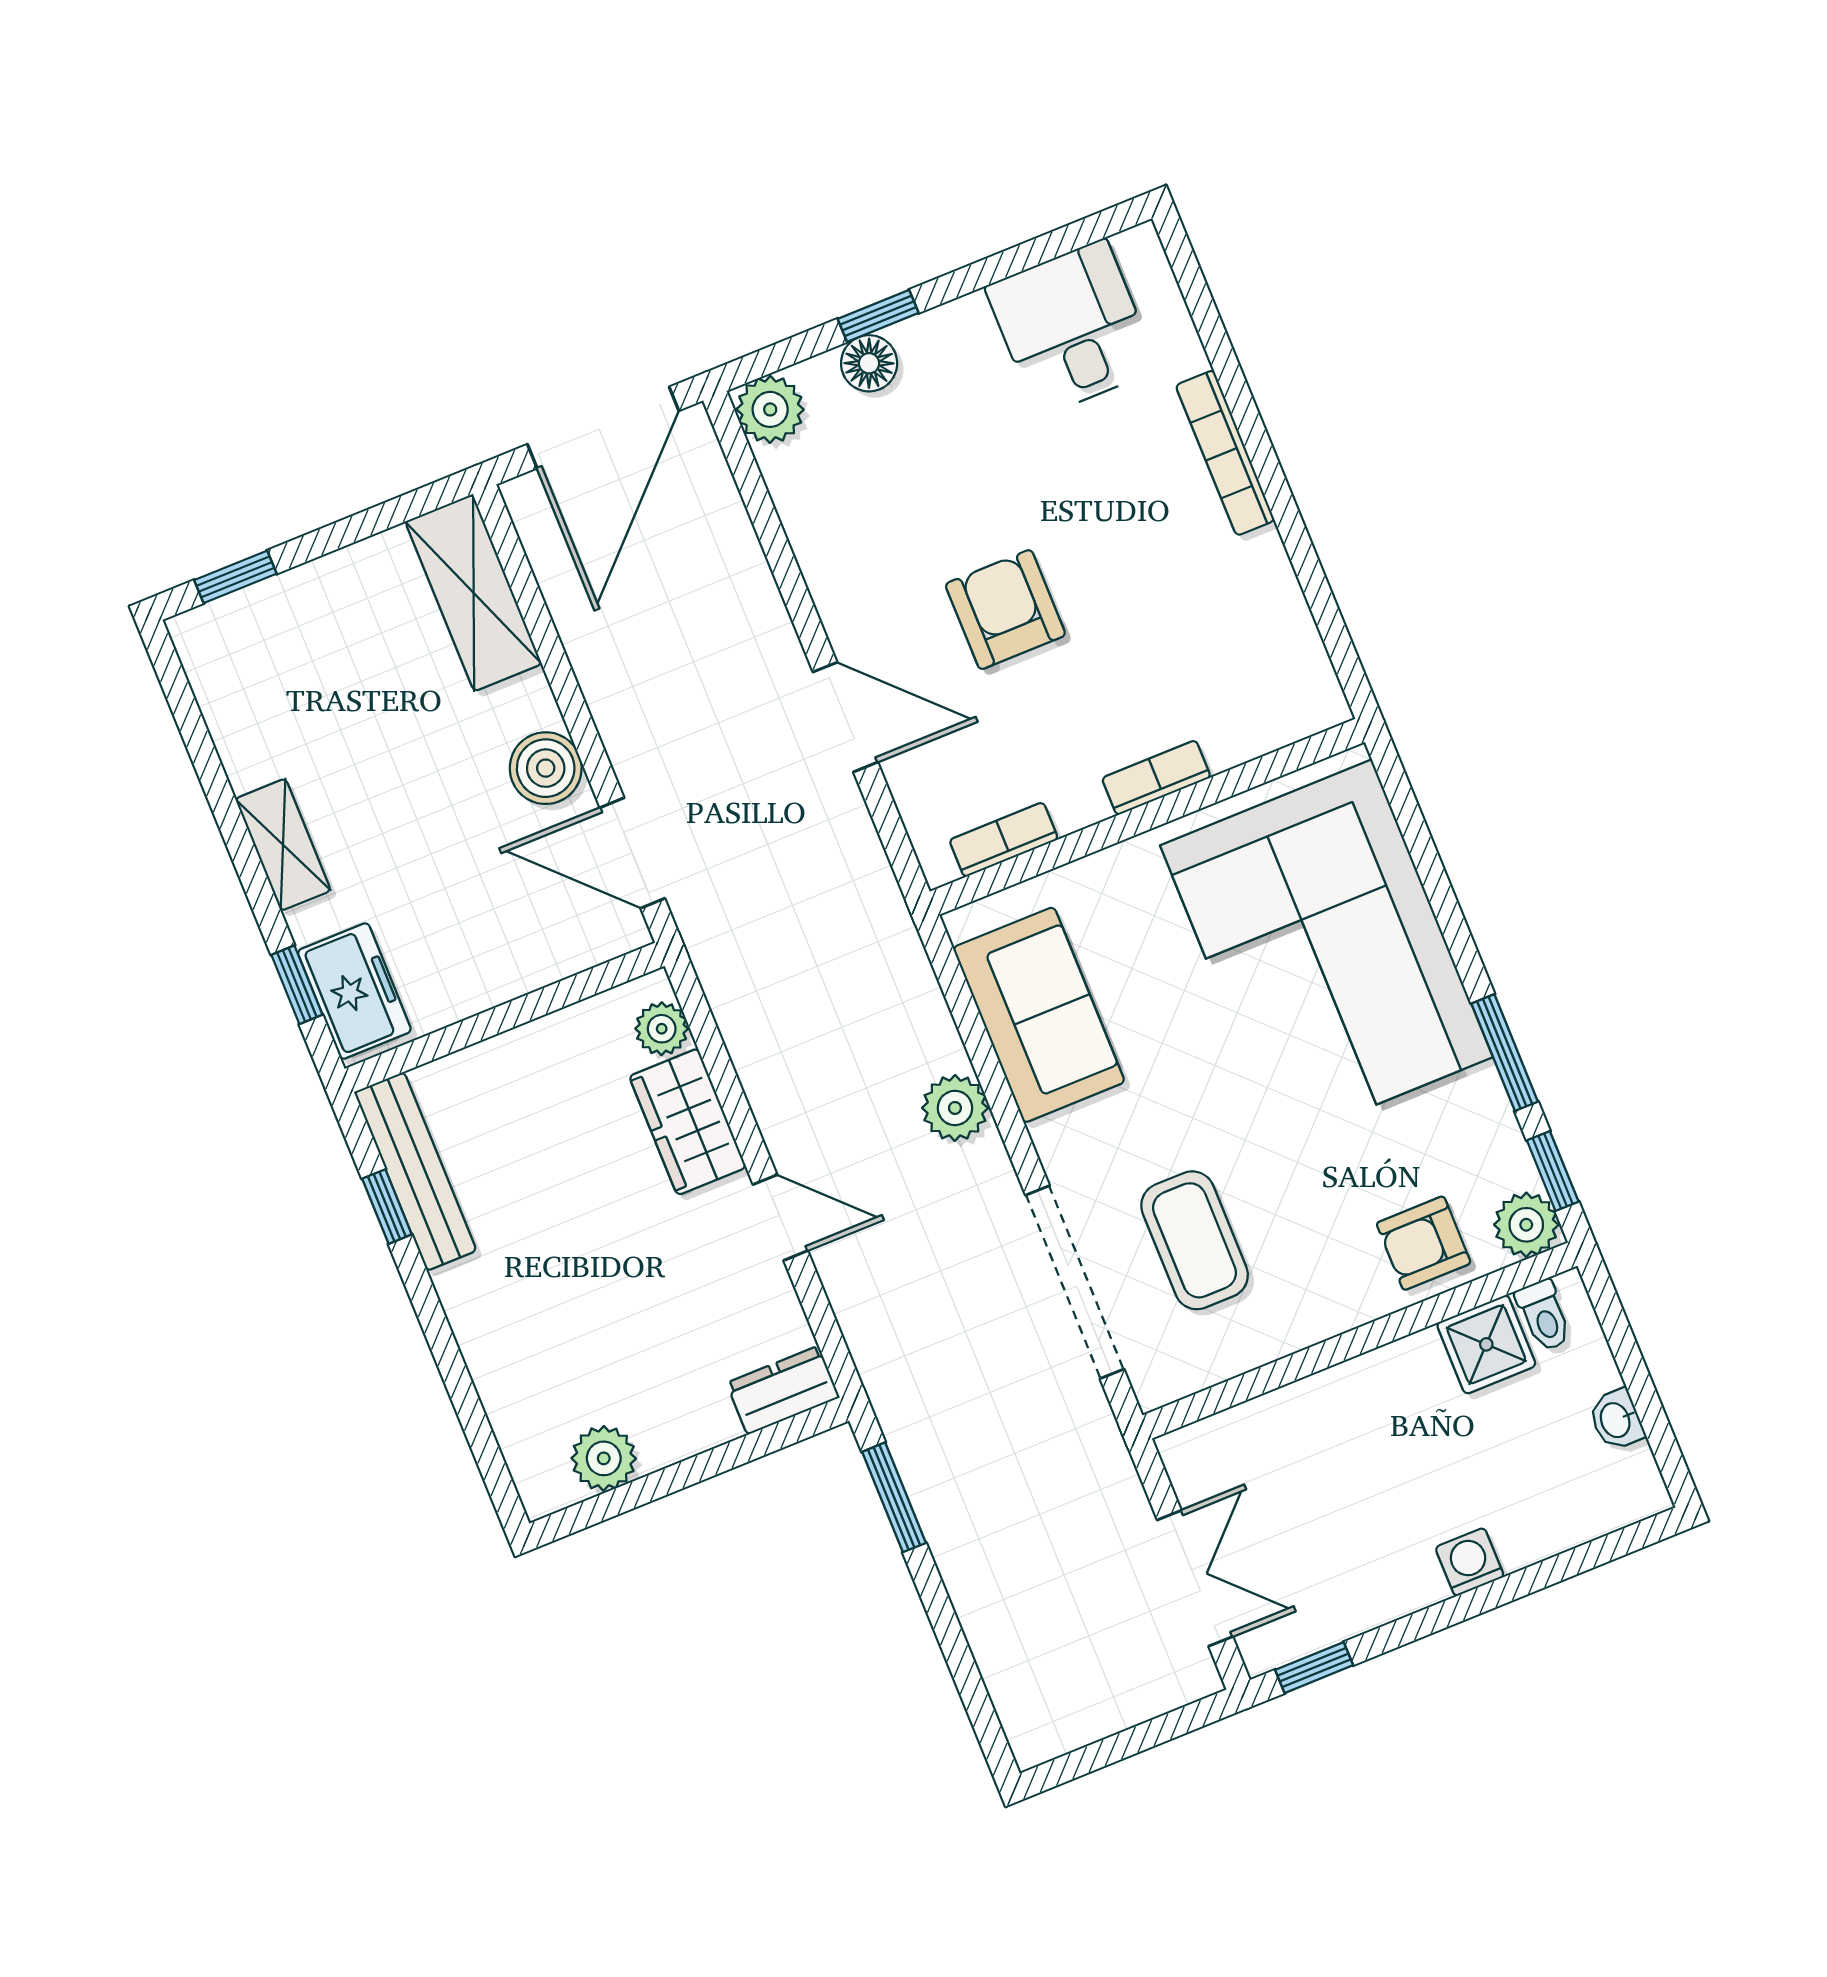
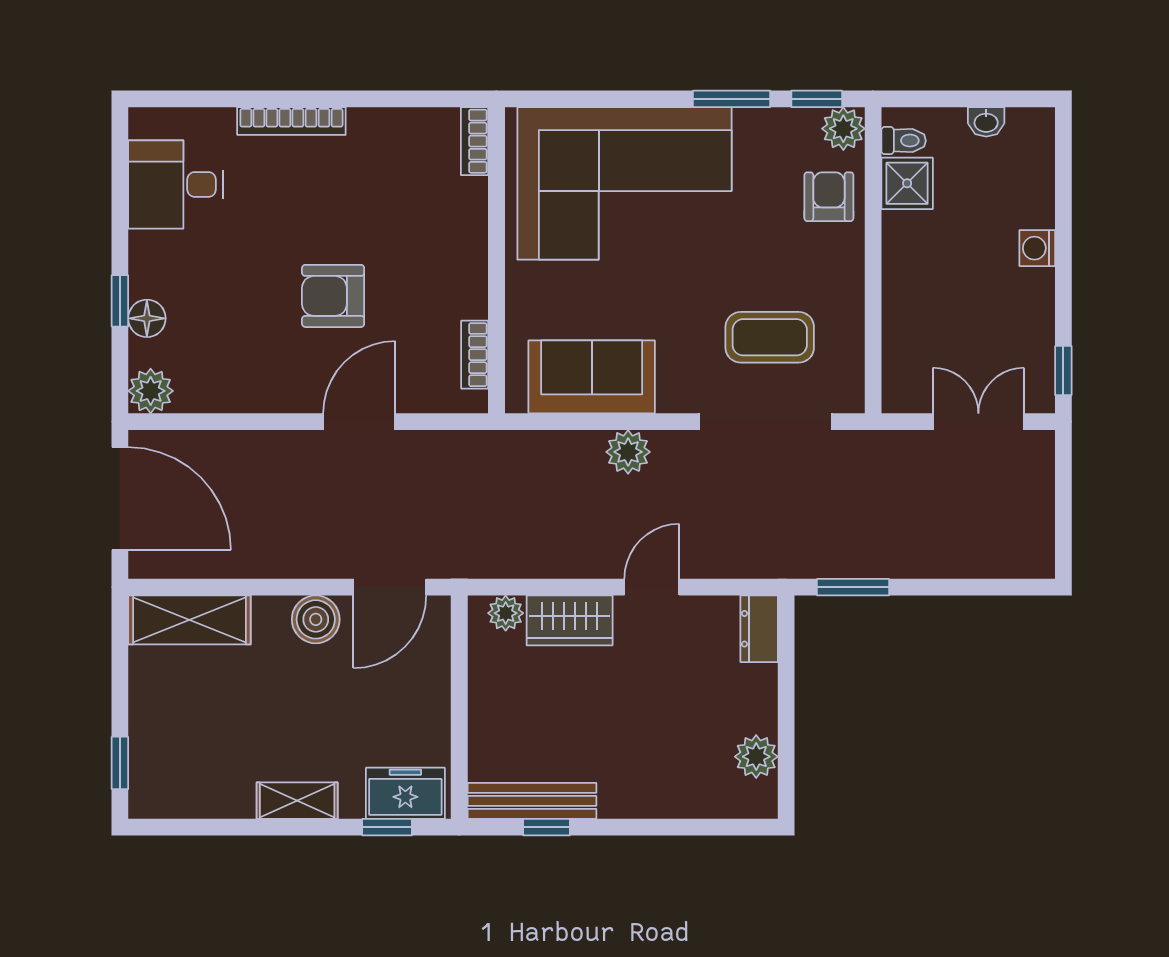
bookcase: (1156, 778) -> (475, 141), moved
armchair: (1424, 1243) -> (829, 197), turned 180

